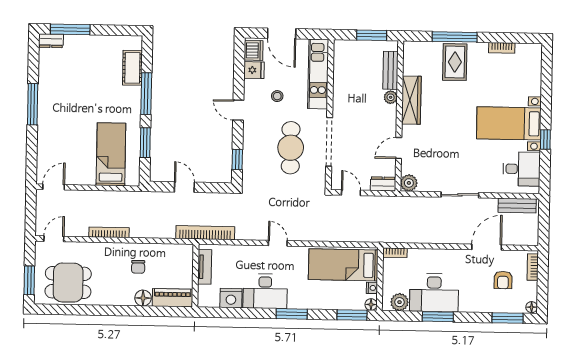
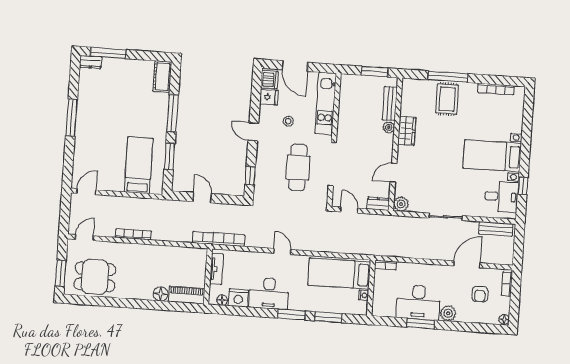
bookcase: (502, 48) -> (496, 89), width x1.56
cot: (132, 68) -> (162, 77), moved
wardrobe: (411, 100) -> (407, 131), width x0.67
window: (545, 140) -> (523, 186), moved
chair: (138, 267) -> (158, 266), removed
plant: (399, 302) -> (448, 313), moved
floor lamp: (371, 305) -> (222, 300), moved
window: (352, 315) -> (328, 317), moved
window: (508, 318) -> (482, 328), removed

